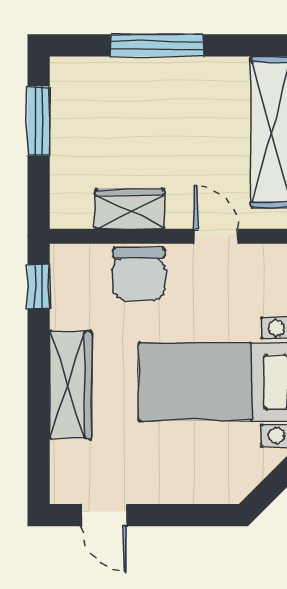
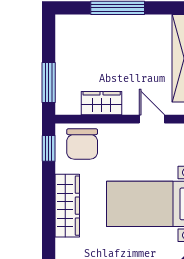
window: (39, 121) -> (49, 82), moved
chair: (139, 274) -> (82, 144), moved

